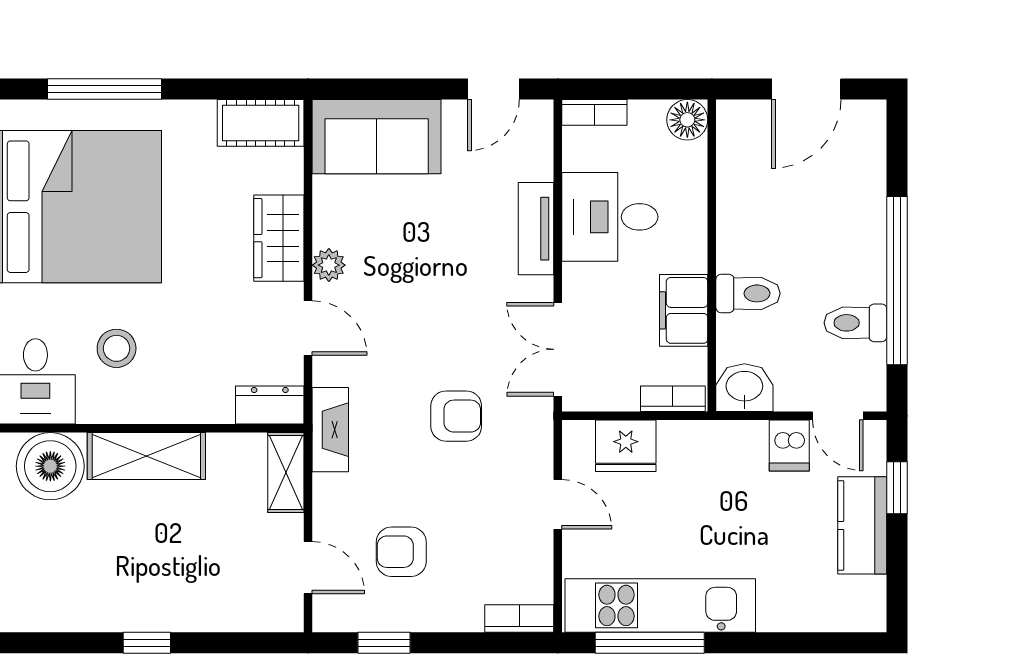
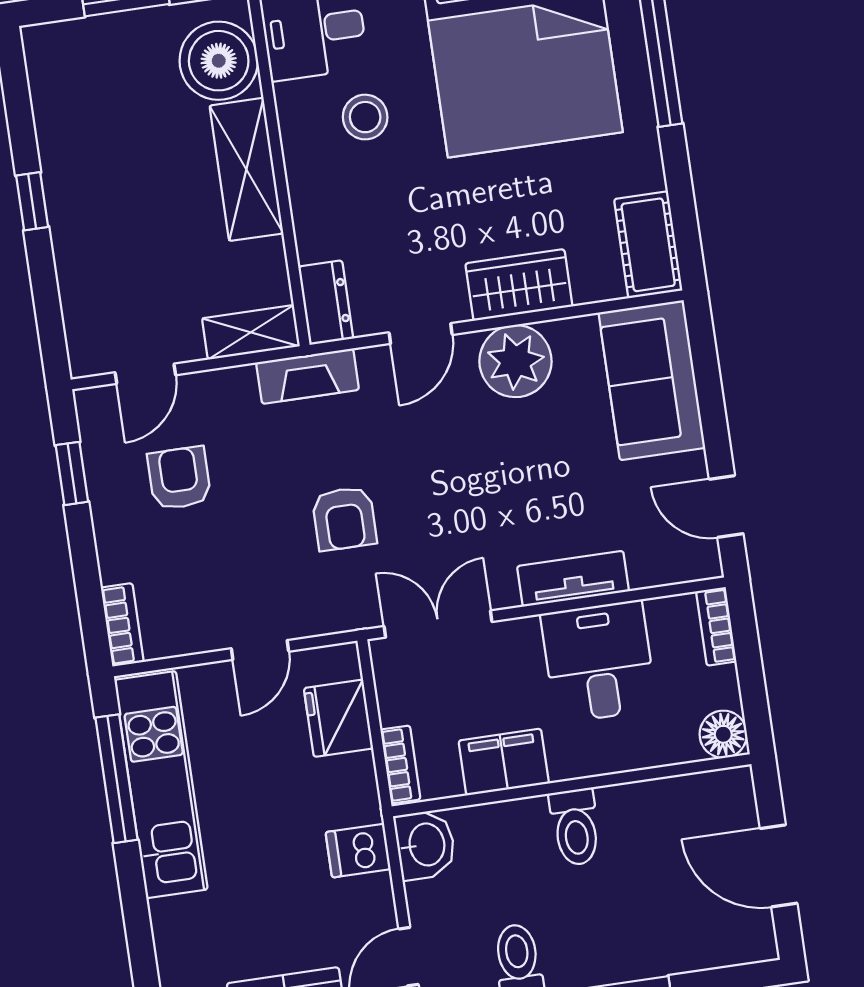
plant: (329, 265) -> (515, 361), width x1.87, depth x1.87
toilet: (748, 293) -> (575, 827), moved
dishwasher: (789, 446) -> (358, 851), moved

